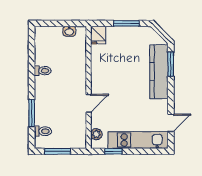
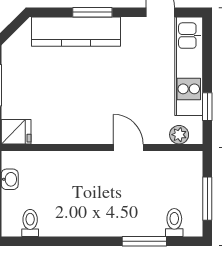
window: (171, 64) -> (92, 12), moved
toilet: (43, 71) -> (30, 223), moved

